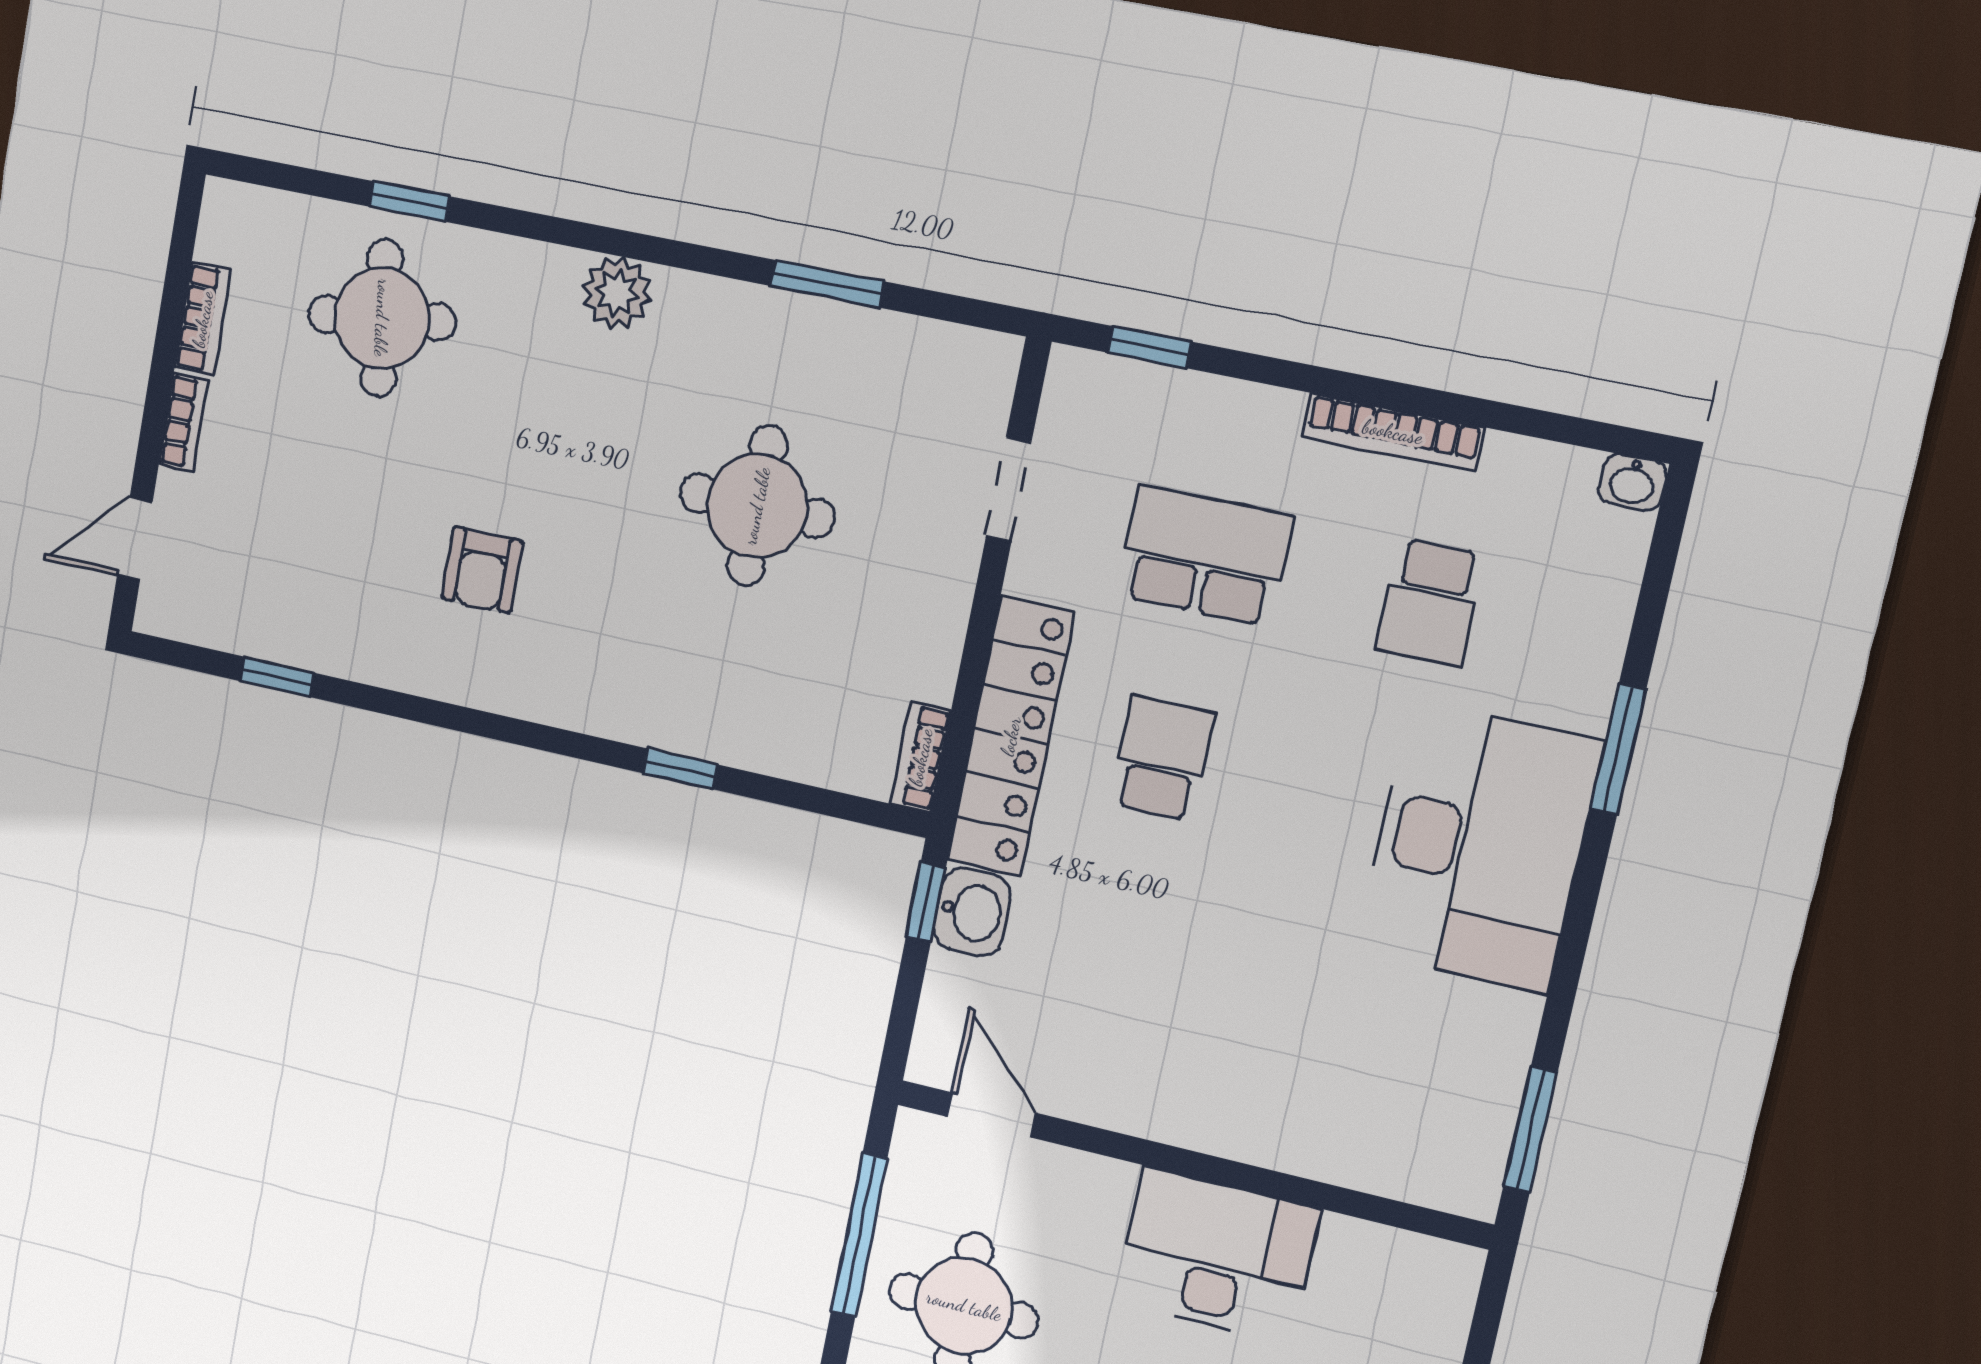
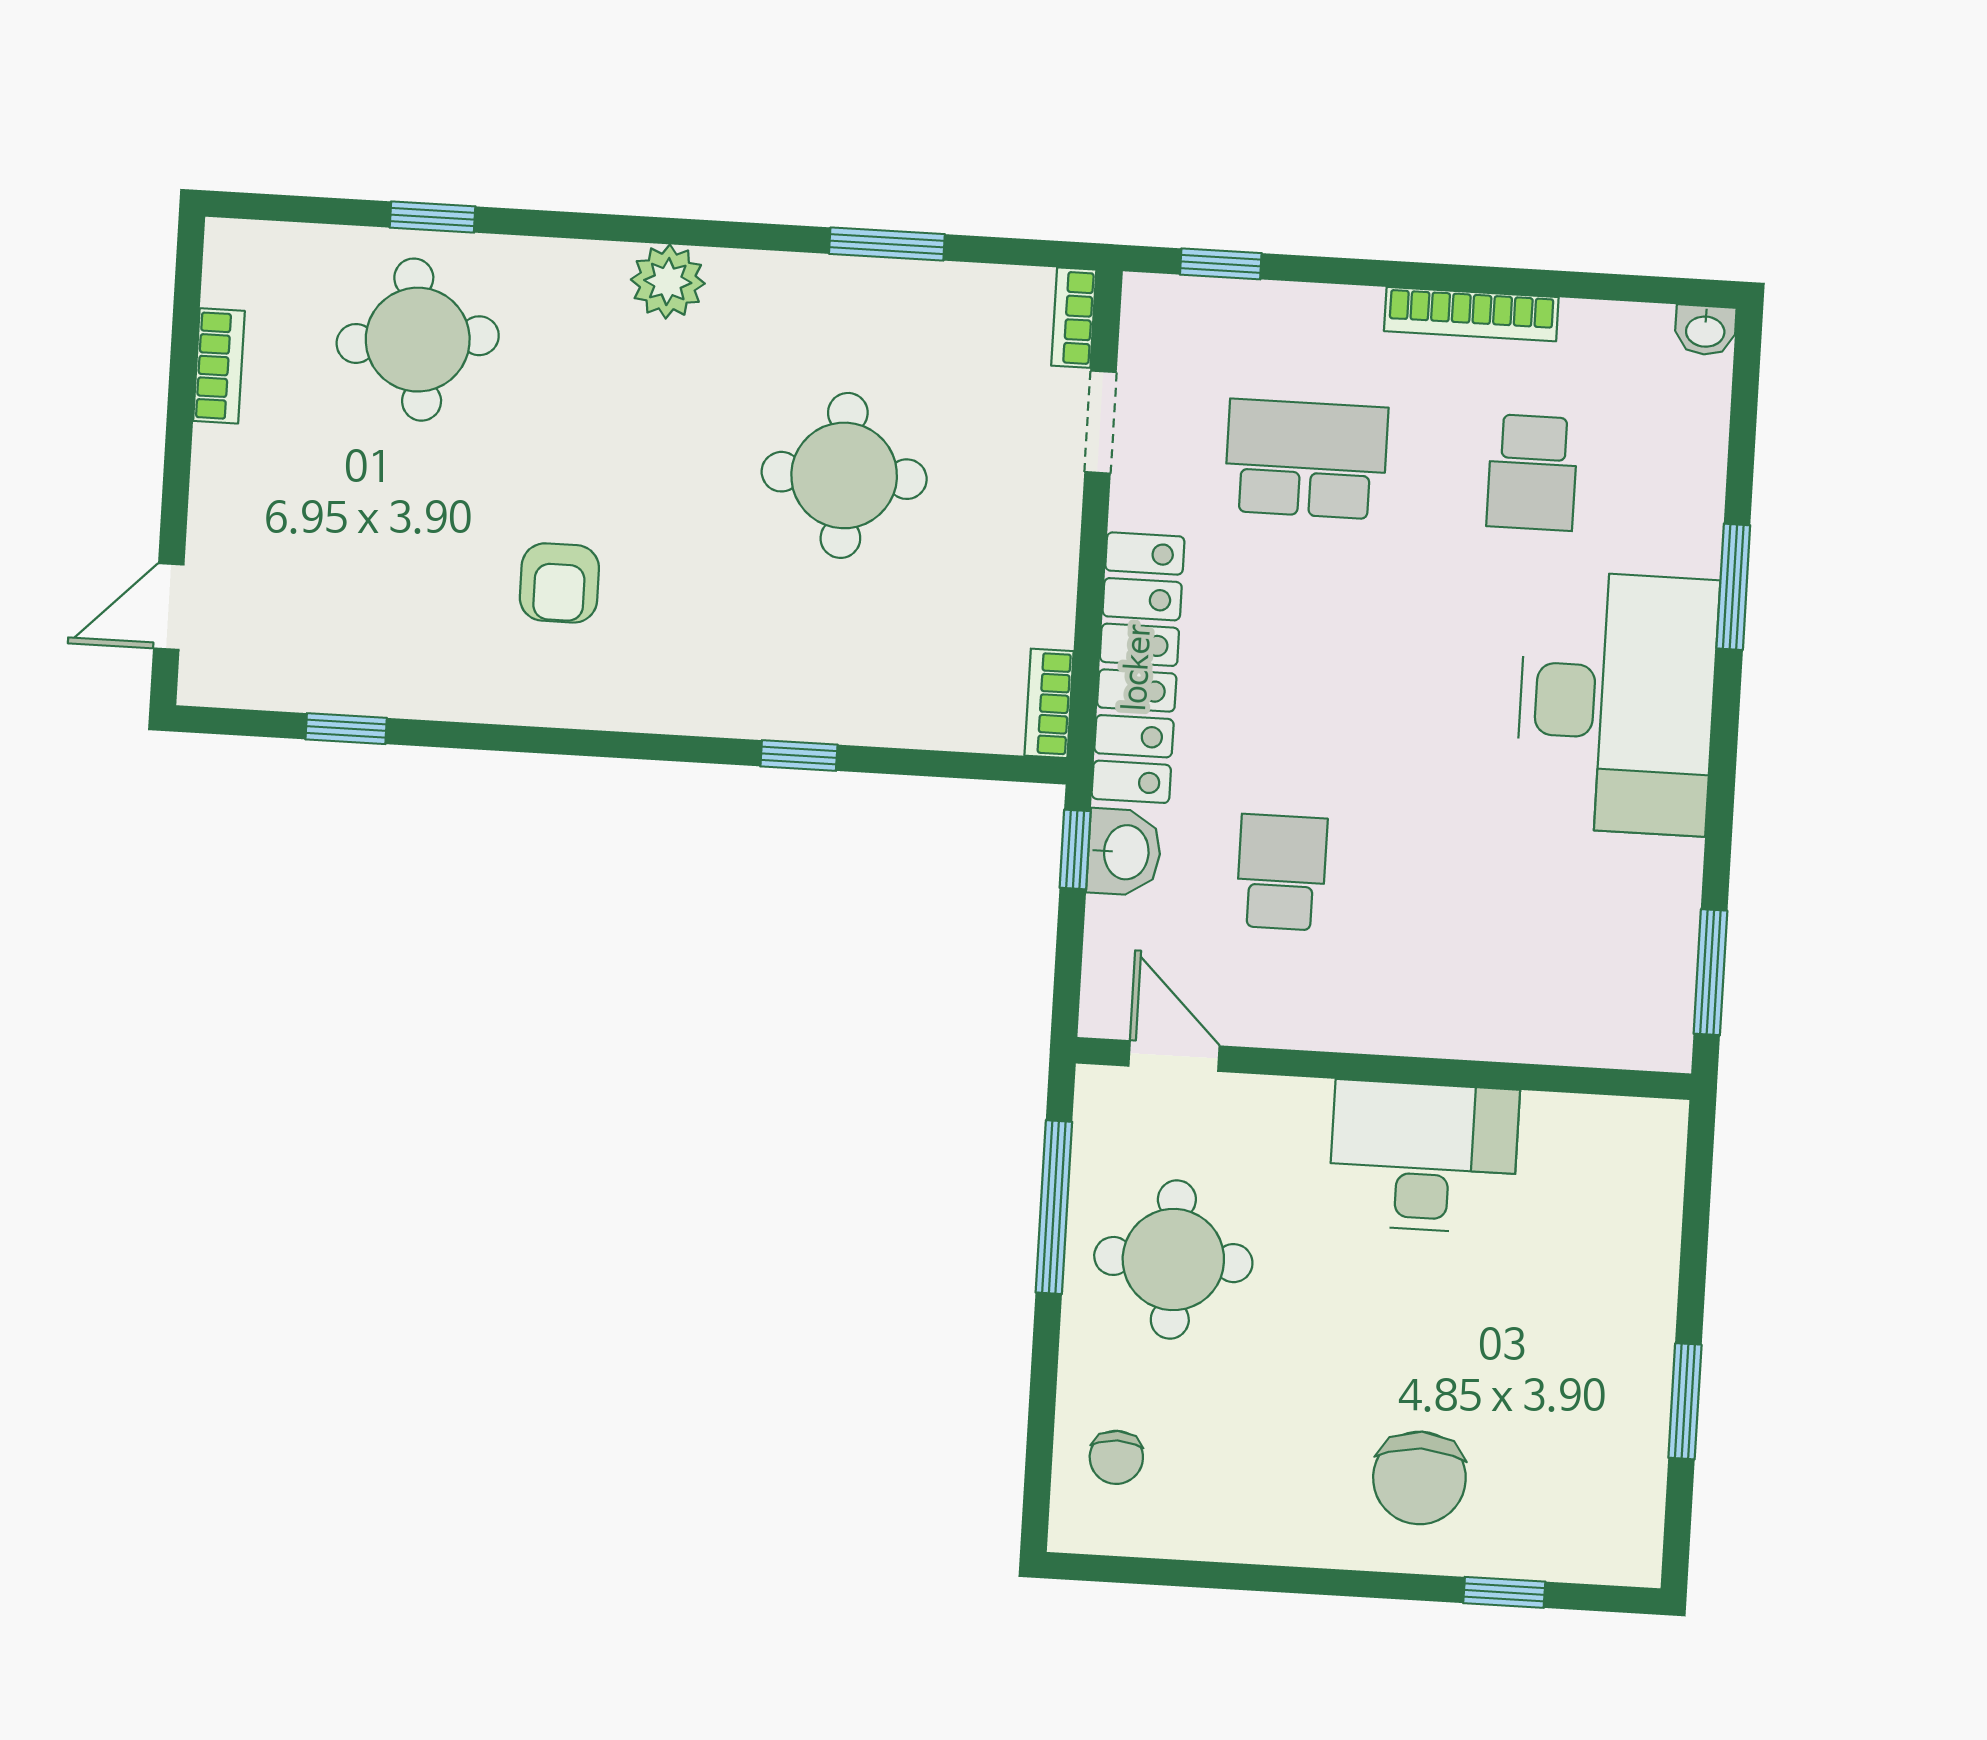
bookcase: (183, 422) -> (1074, 318), moved, turned 180
school desk: (1162, 758) -> (1282, 872), moved

